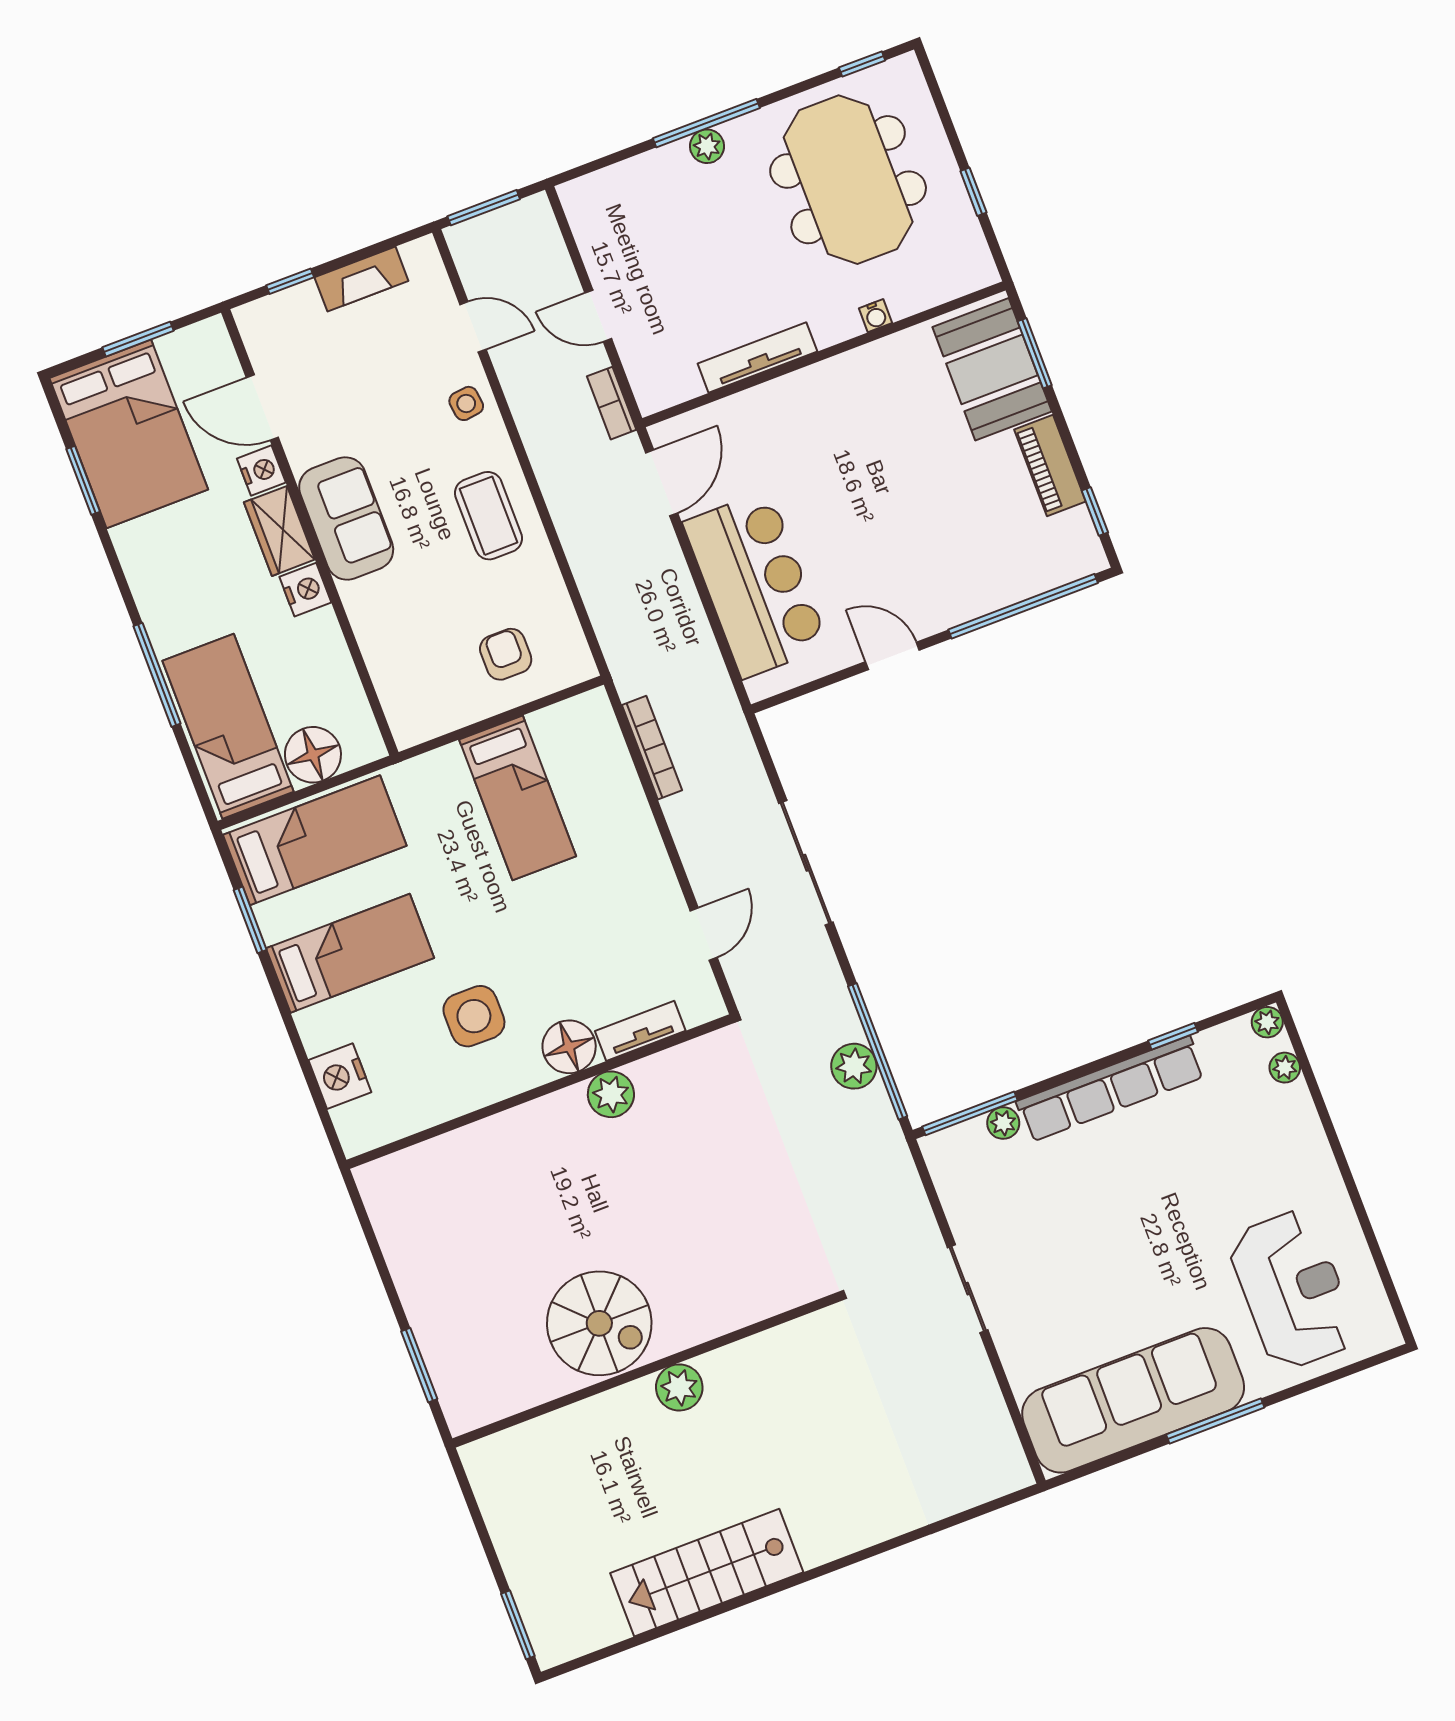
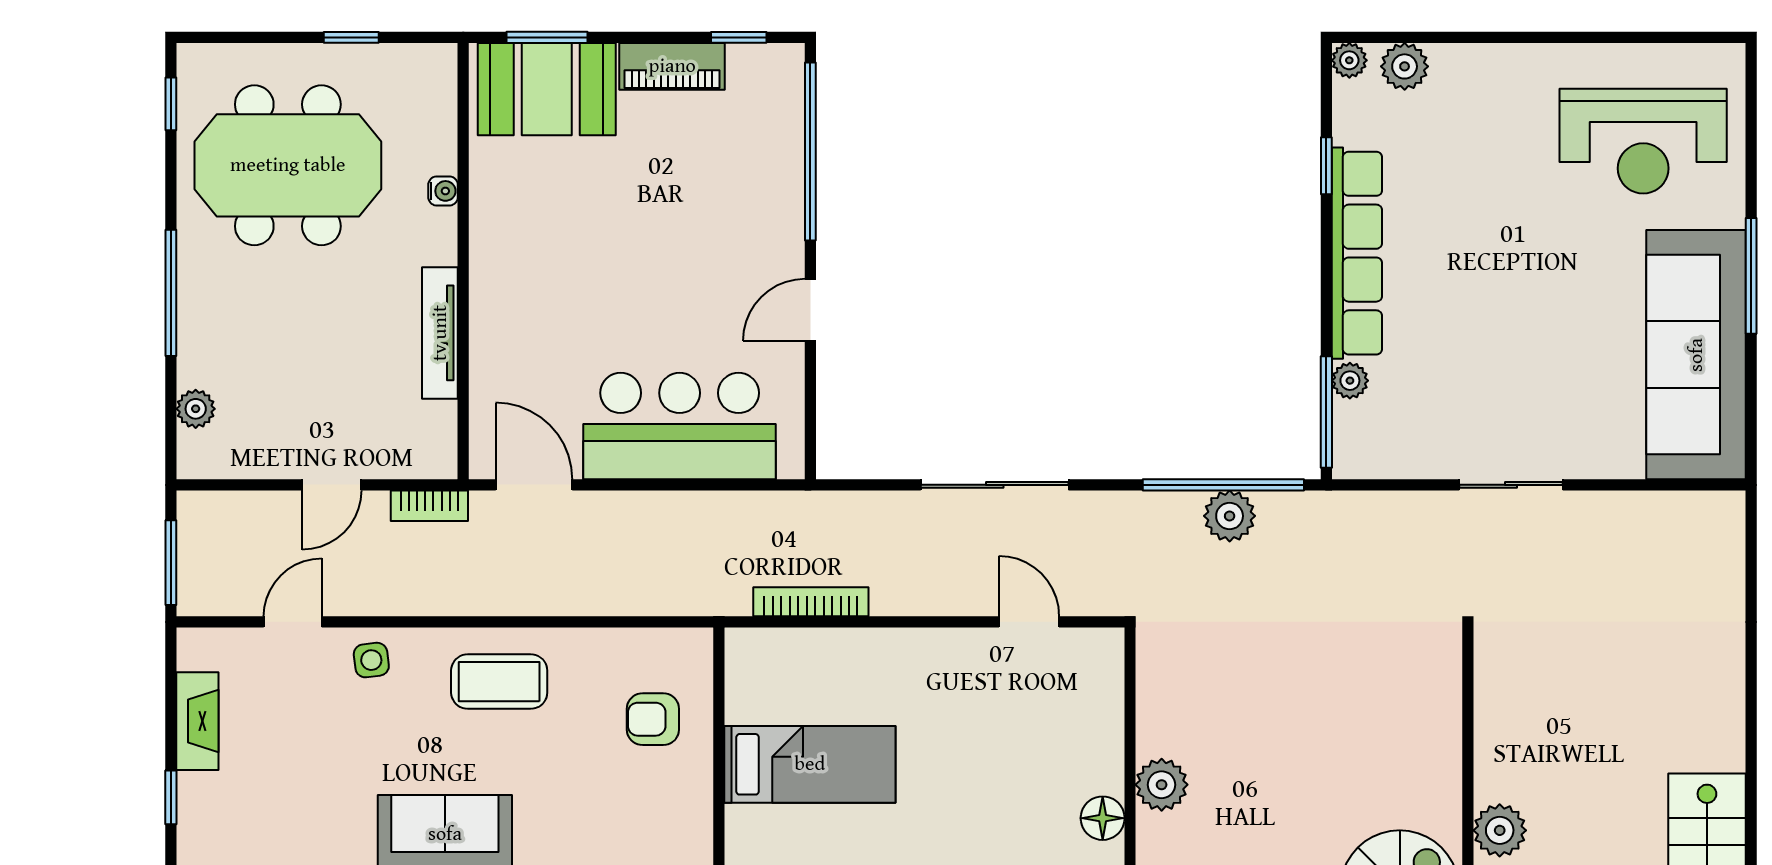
plant: (707, 146) -> (196, 409), moved
tv unit: (640, 1031) -> (1106, 728), removed
floor lamp: (569, 1047) -> (1103, 818), width x0.73, depth x0.73
plant: (1285, 1068) -> (1405, 66), width x1.38, depth x1.38
reception desk: (1293, 1290) -> (1643, 141), turned 180

